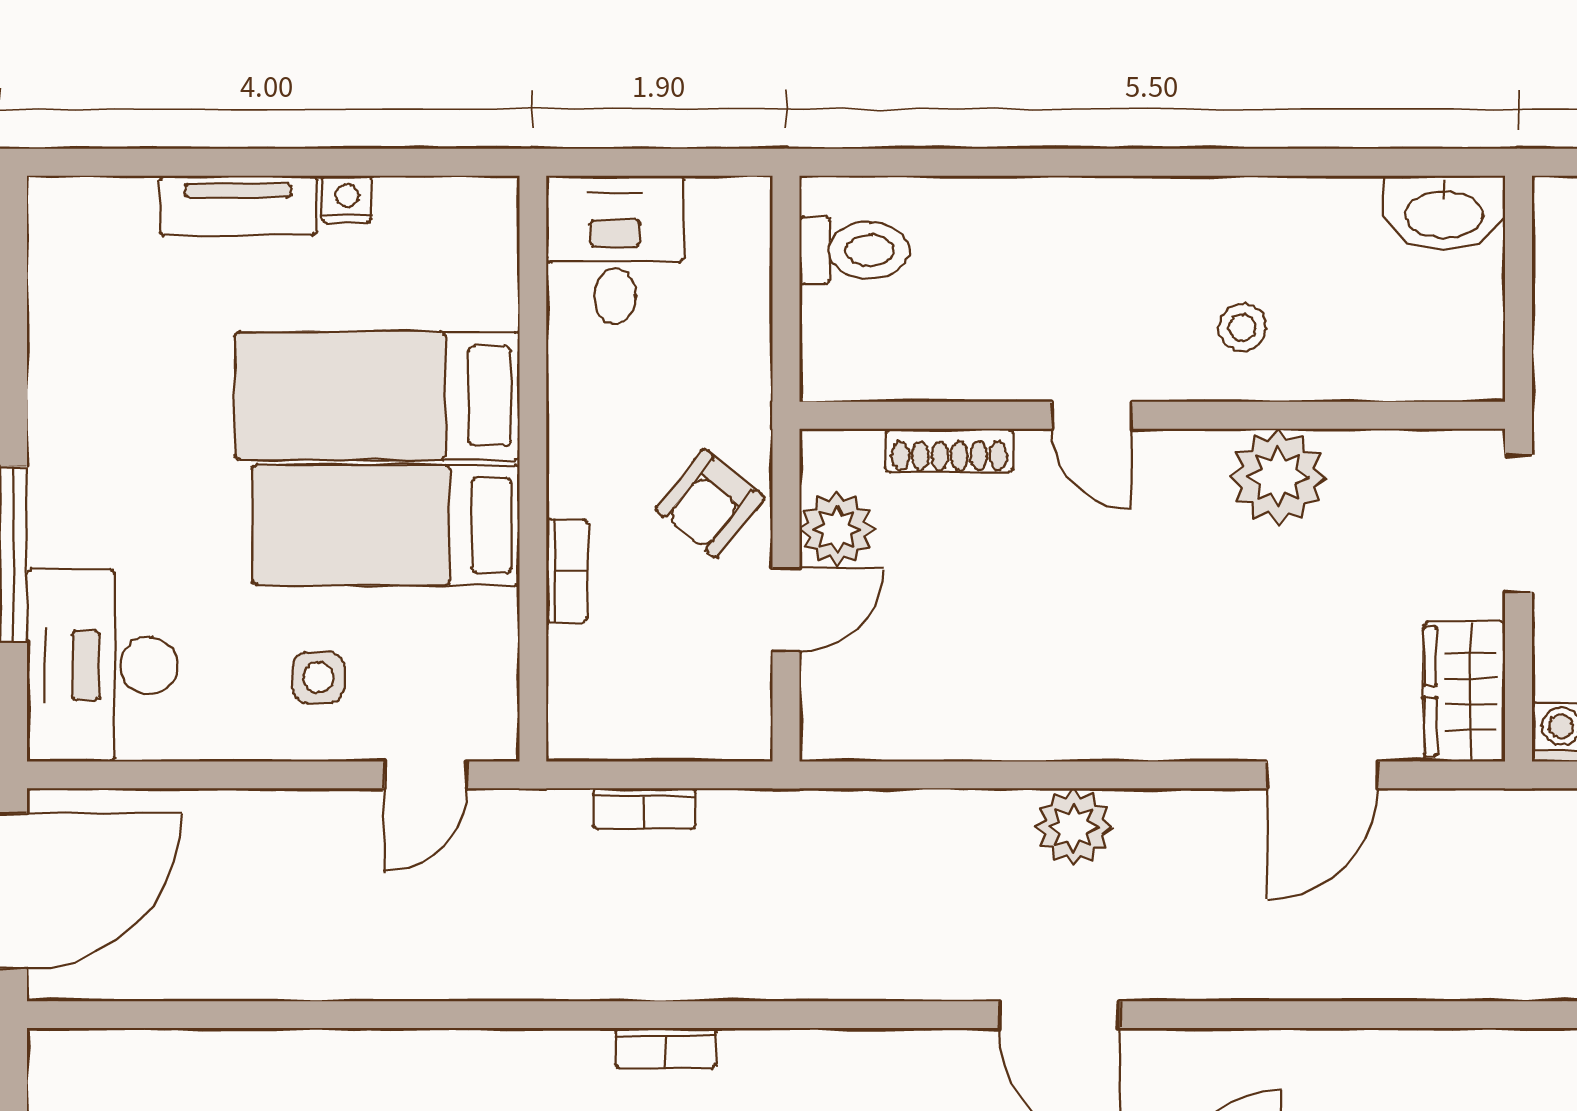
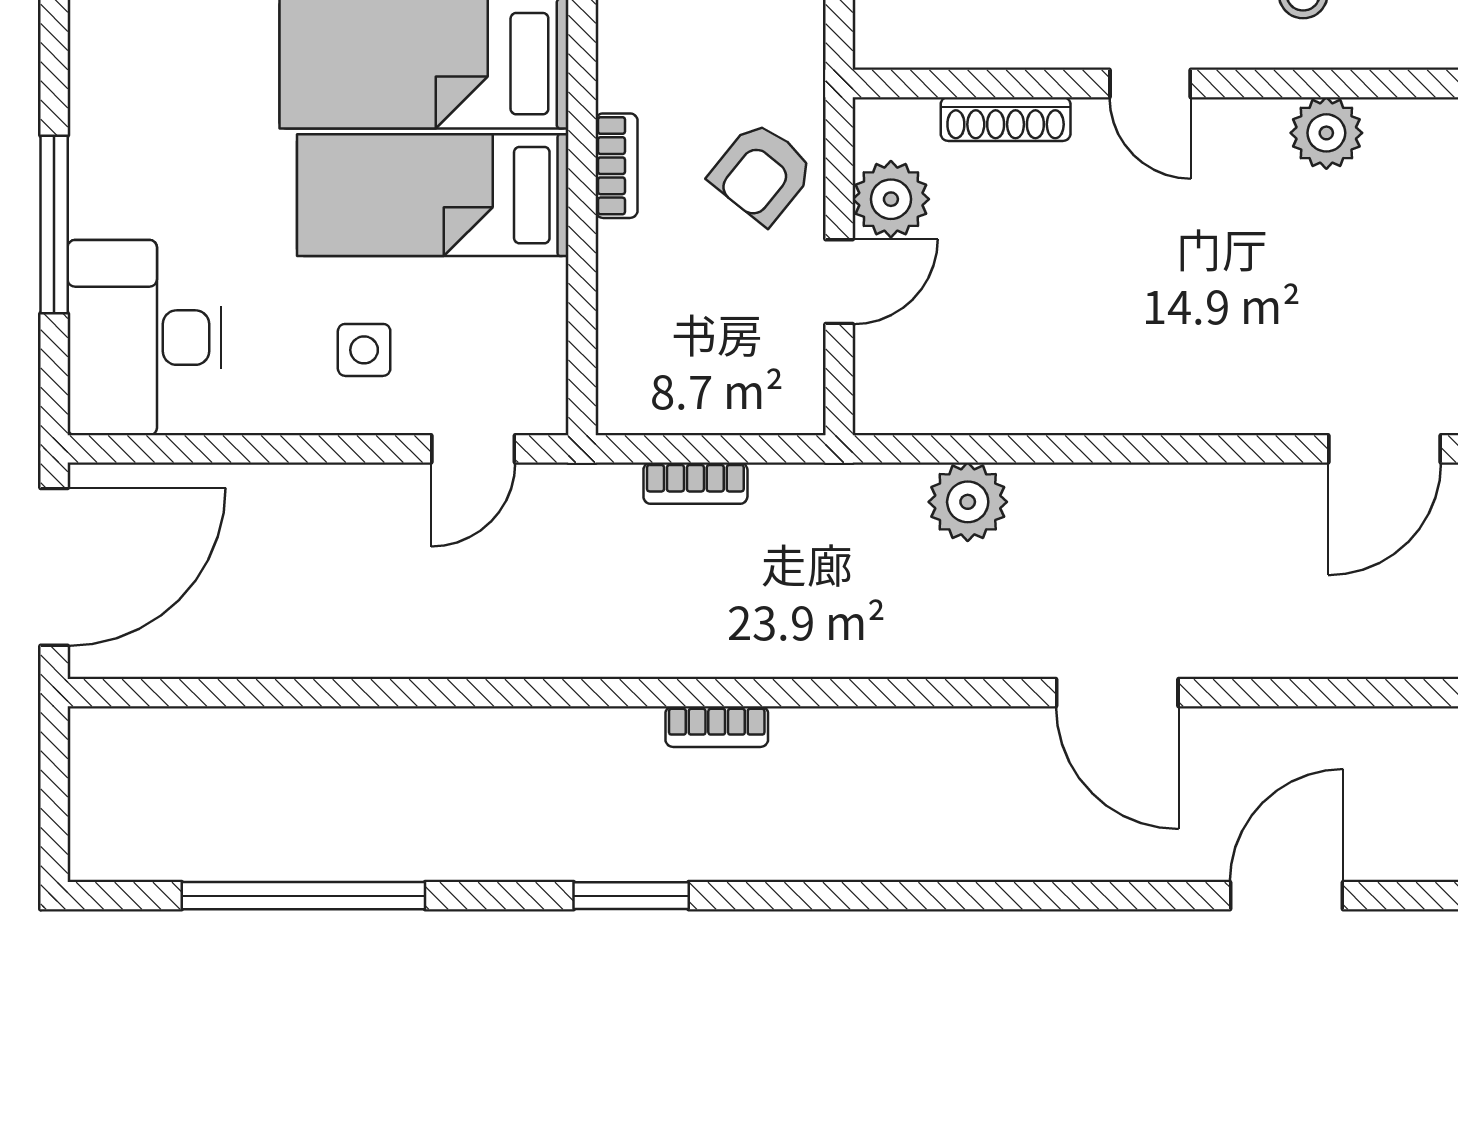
plant: (1278, 477) -> (1326, 133), width x0.73, depth x0.73
bookcase: (567, 571) -> (616, 166), moved
plant: (1073, 827) -> (968, 502), moved

